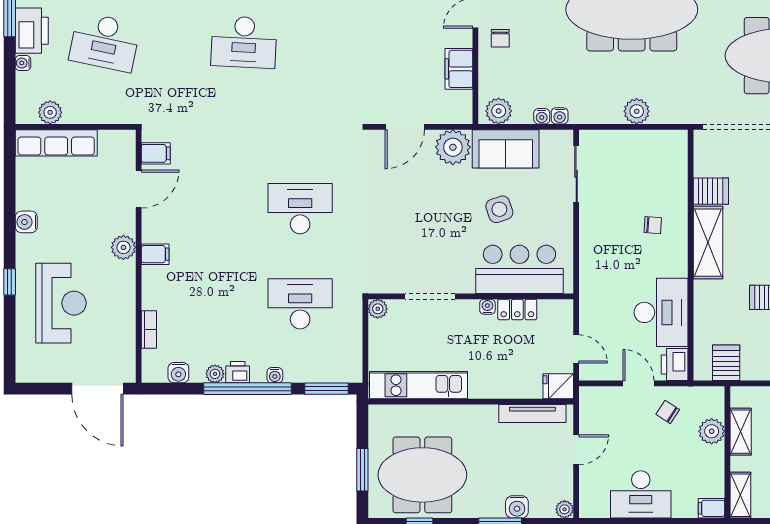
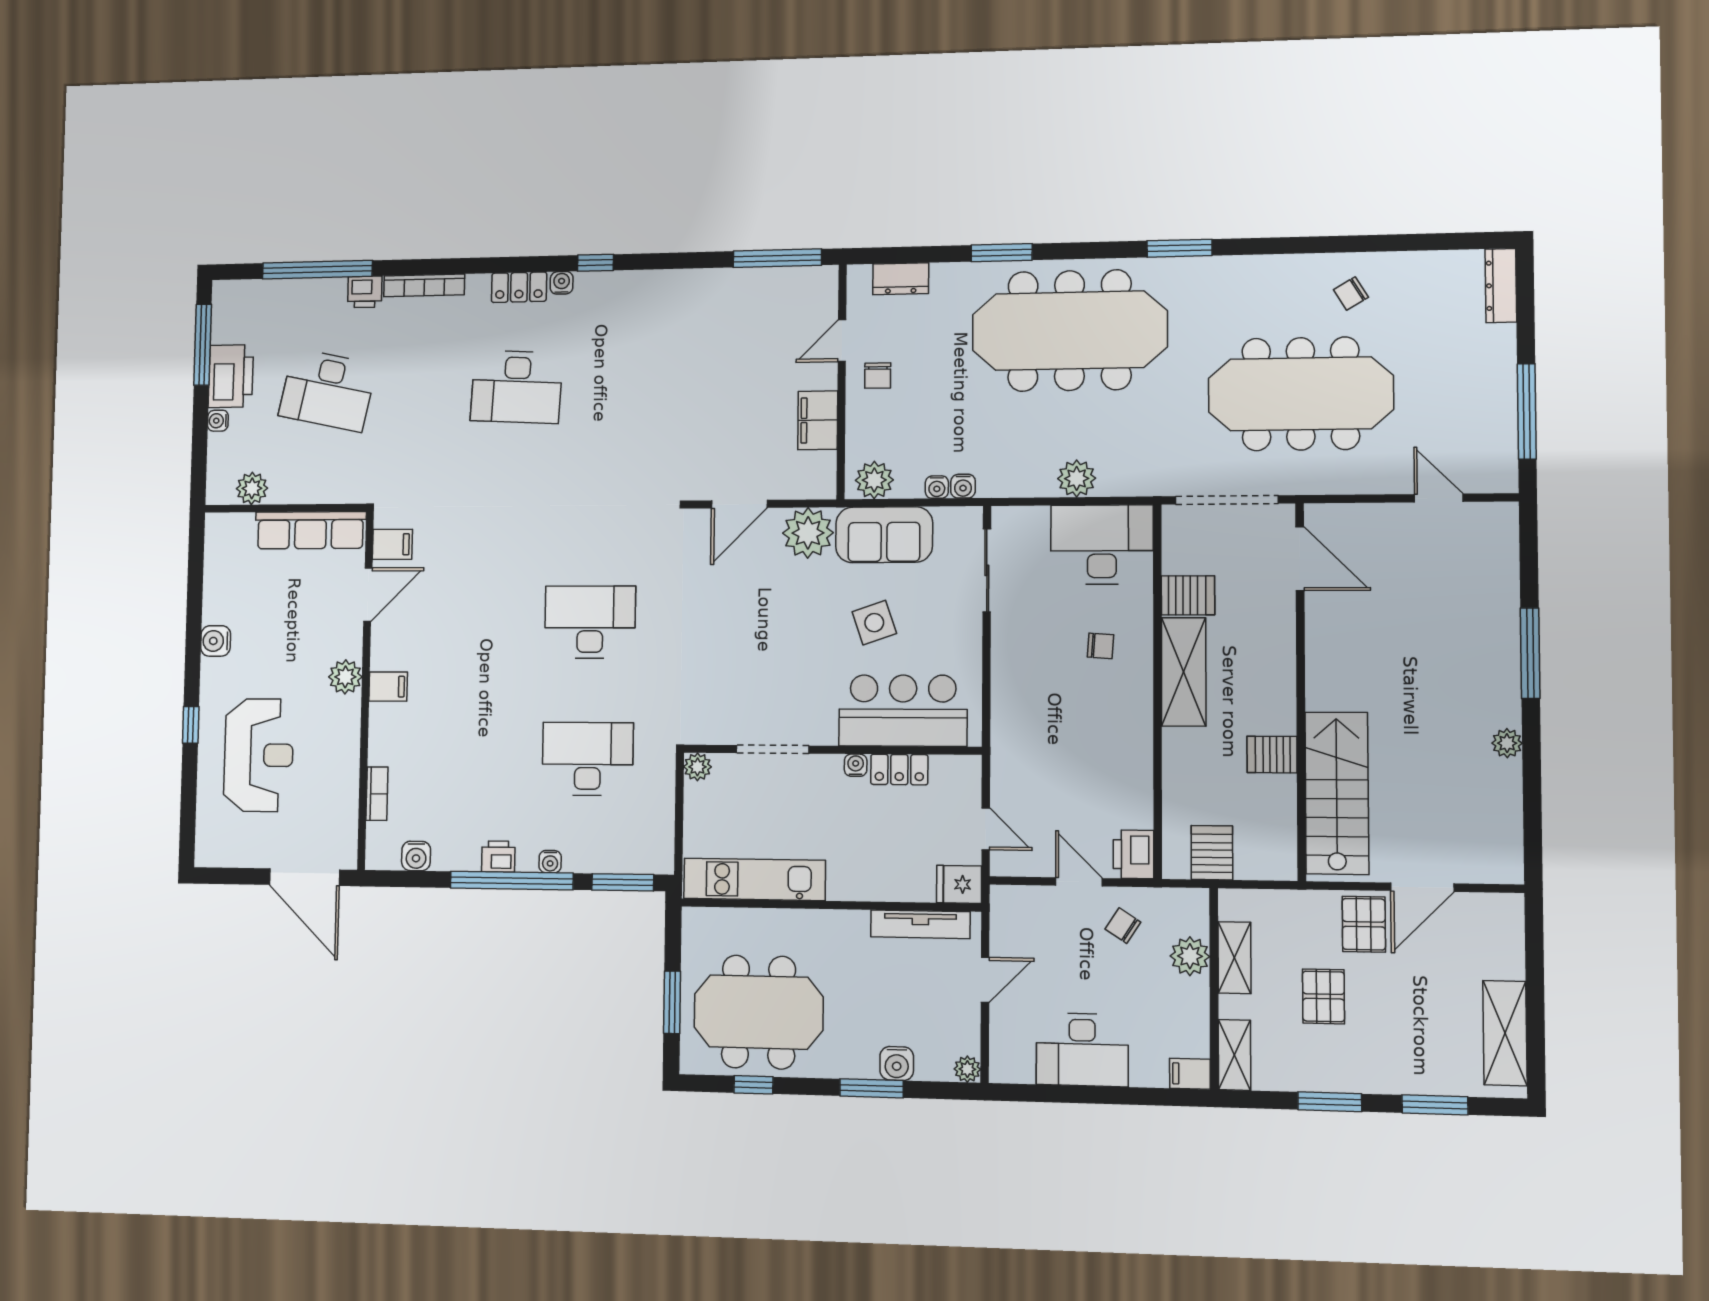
row of seats: (56, 143) -> (311, 530), moved
desk: (661, 312) -> (1102, 544), moved, turned -90
plant: (215, 374) -> (467, 858), removed

